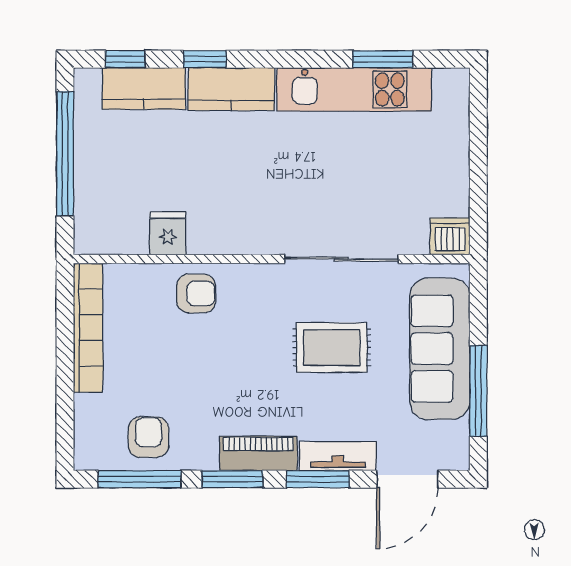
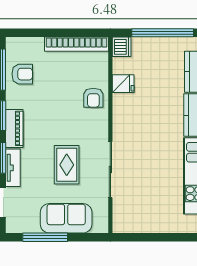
dishwasher: (450, 236) -> (122, 47), moved
sofa: (440, 349) -> (66, 218), width x0.73

